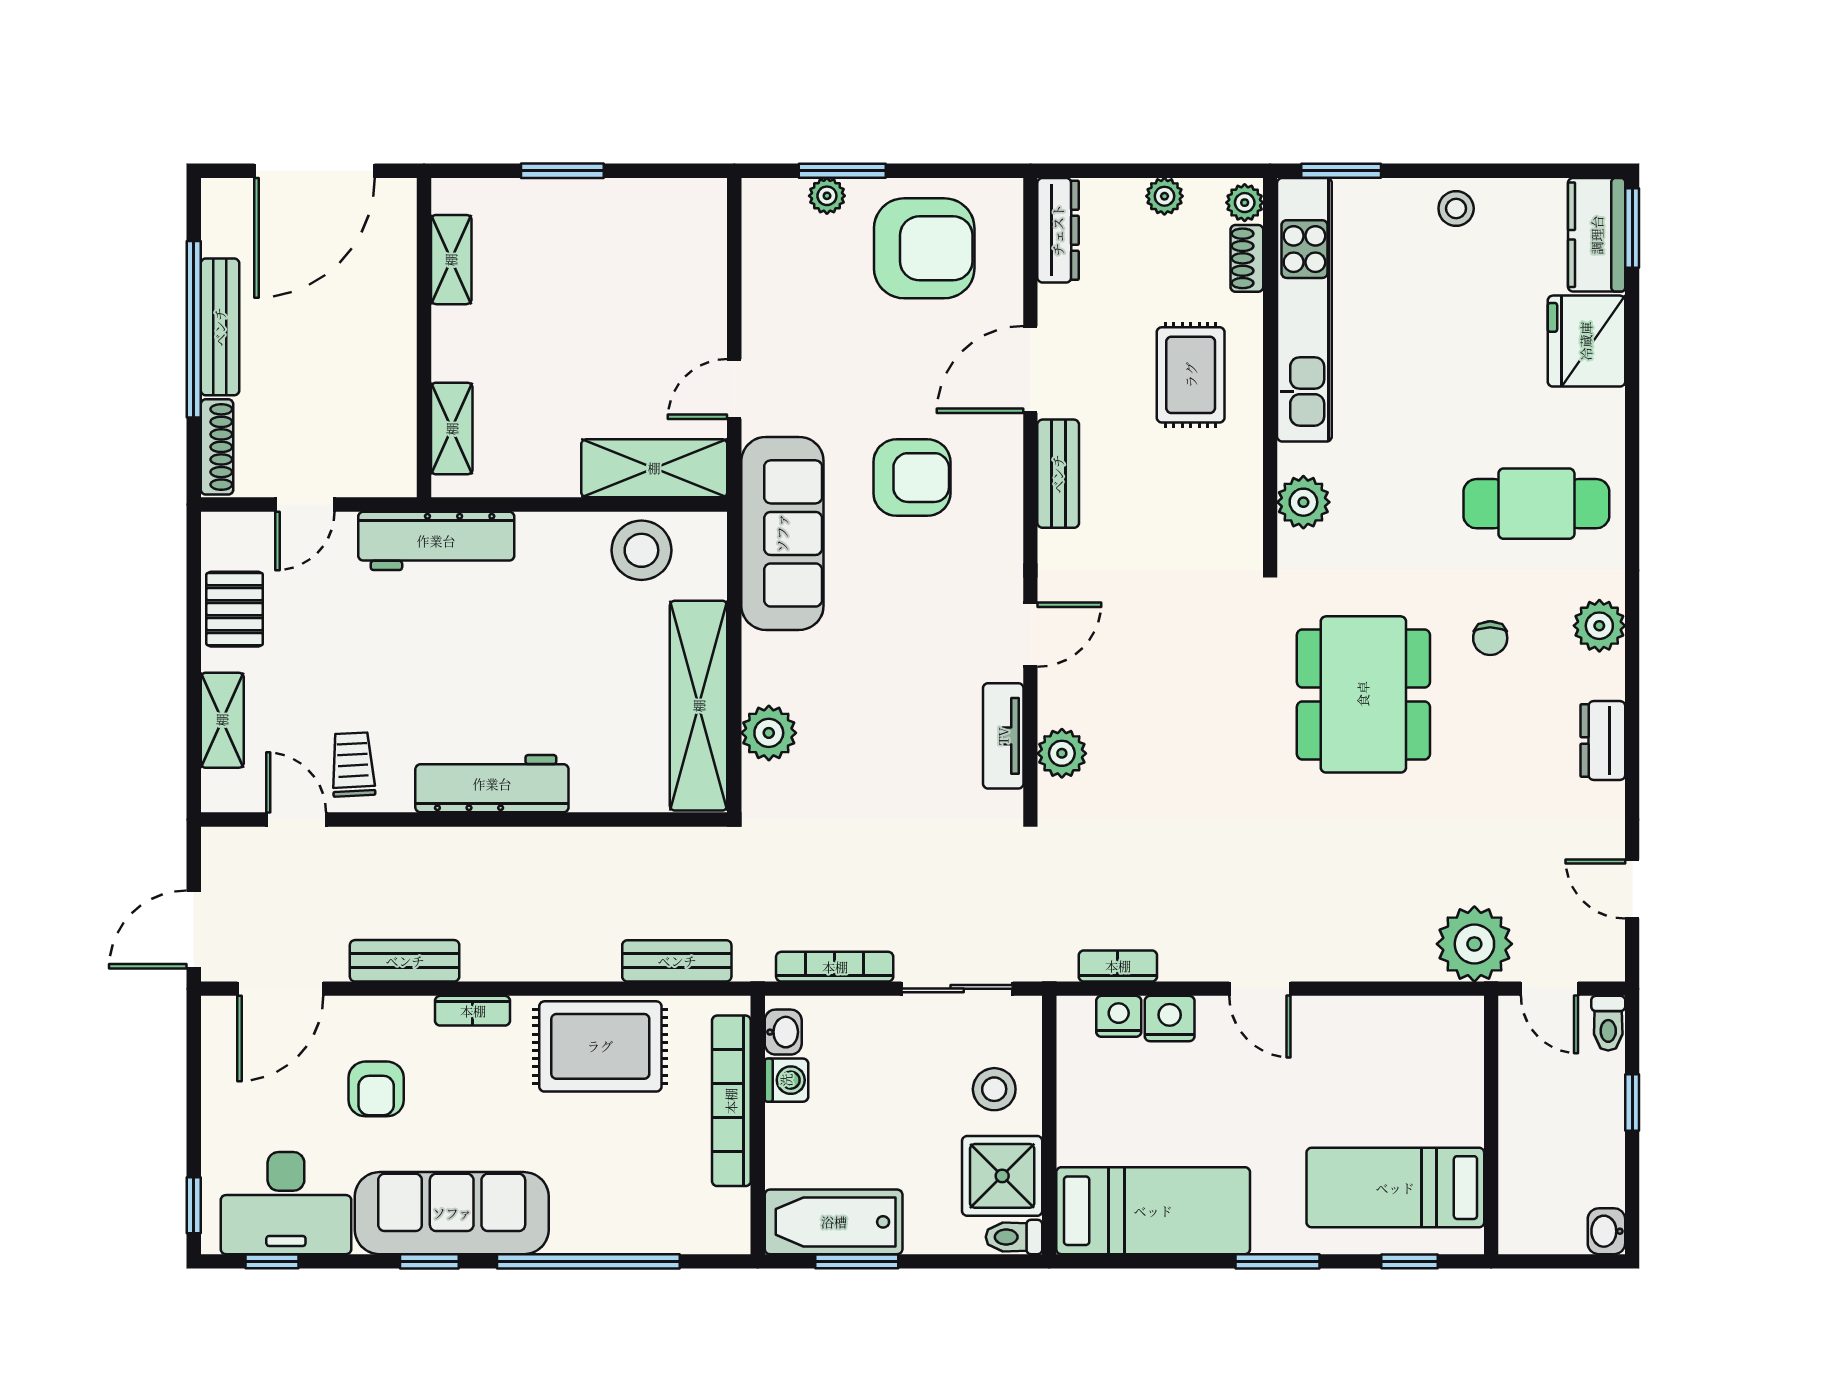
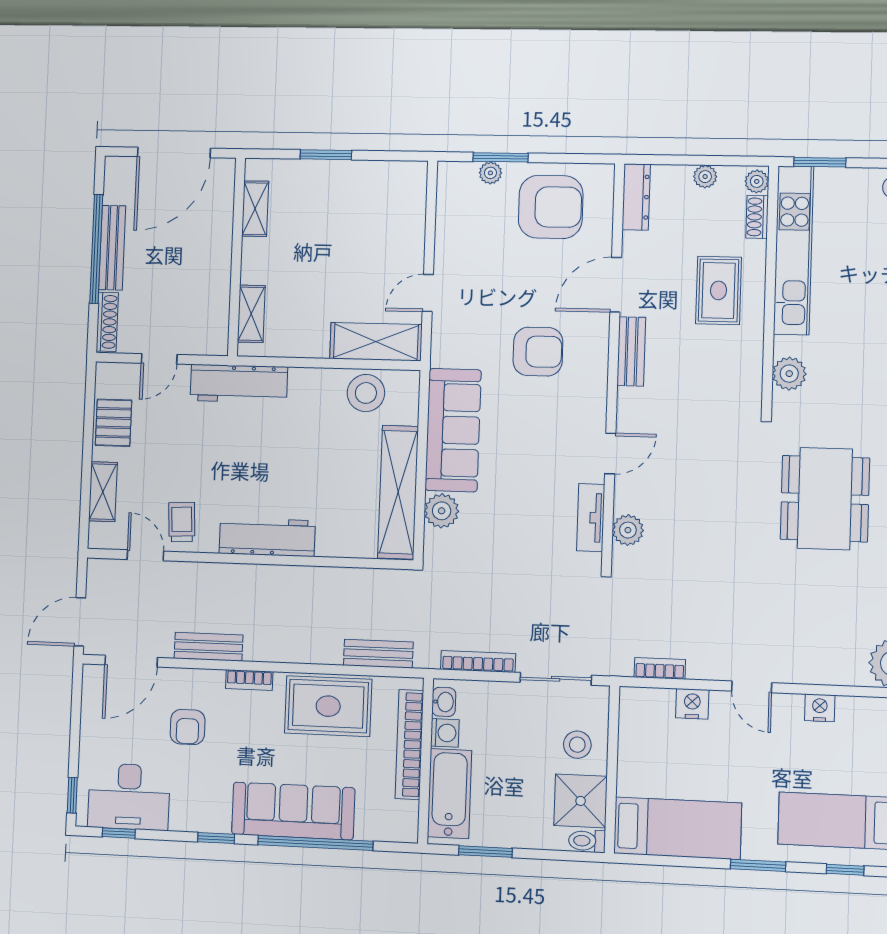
sofa: (782, 533) -> (453, 430), moved
nightstand: (1119, 1016) -> (820, 708), moved
sofa: (452, 1213) -> (293, 811), moved
bathtub: (834, 1222) -> (449, 794), moved, turned 90

